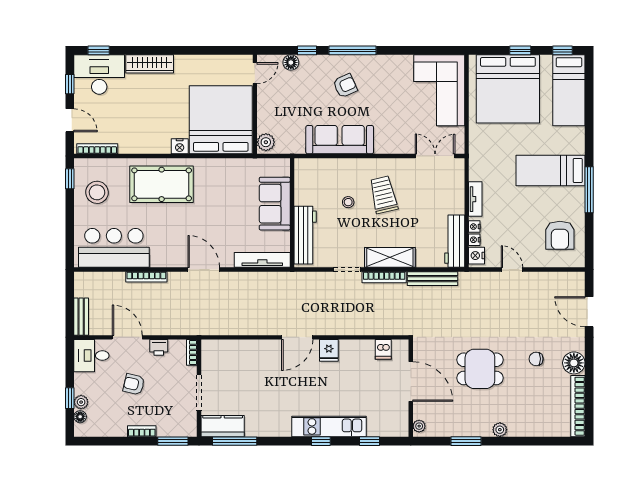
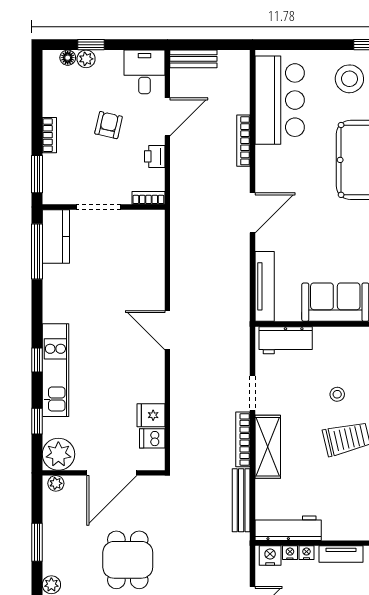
workbench: (305, 235) -> (286, 340), width x0.73
fridge: (329, 350) -> (151, 415), moved
plant: (396, 424) -> (58, 454), added

